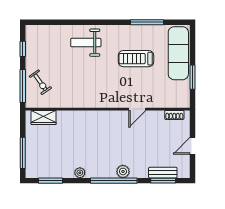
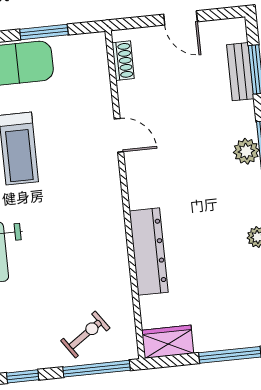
wardrobe: (44, 117) -> (168, 342), moved, turned -90
dresser: (78, 118) -> (149, 252), added

